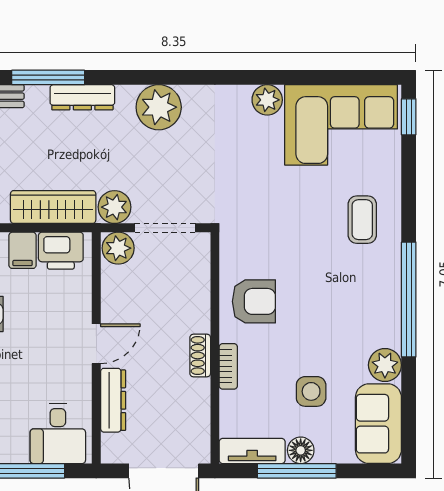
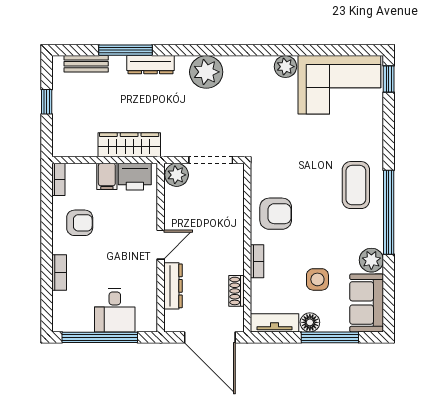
plant: (115, 207) -> (174, 145), removed
coffee table: (362, 220) -> (356, 185), moved, width x1.36, depth x1.30
shoe rack: (200, 355) -> (237, 291), moved
desk: (58, 434) -> (115, 310), moved
window: (297, 471) -> (330, 337), moved

